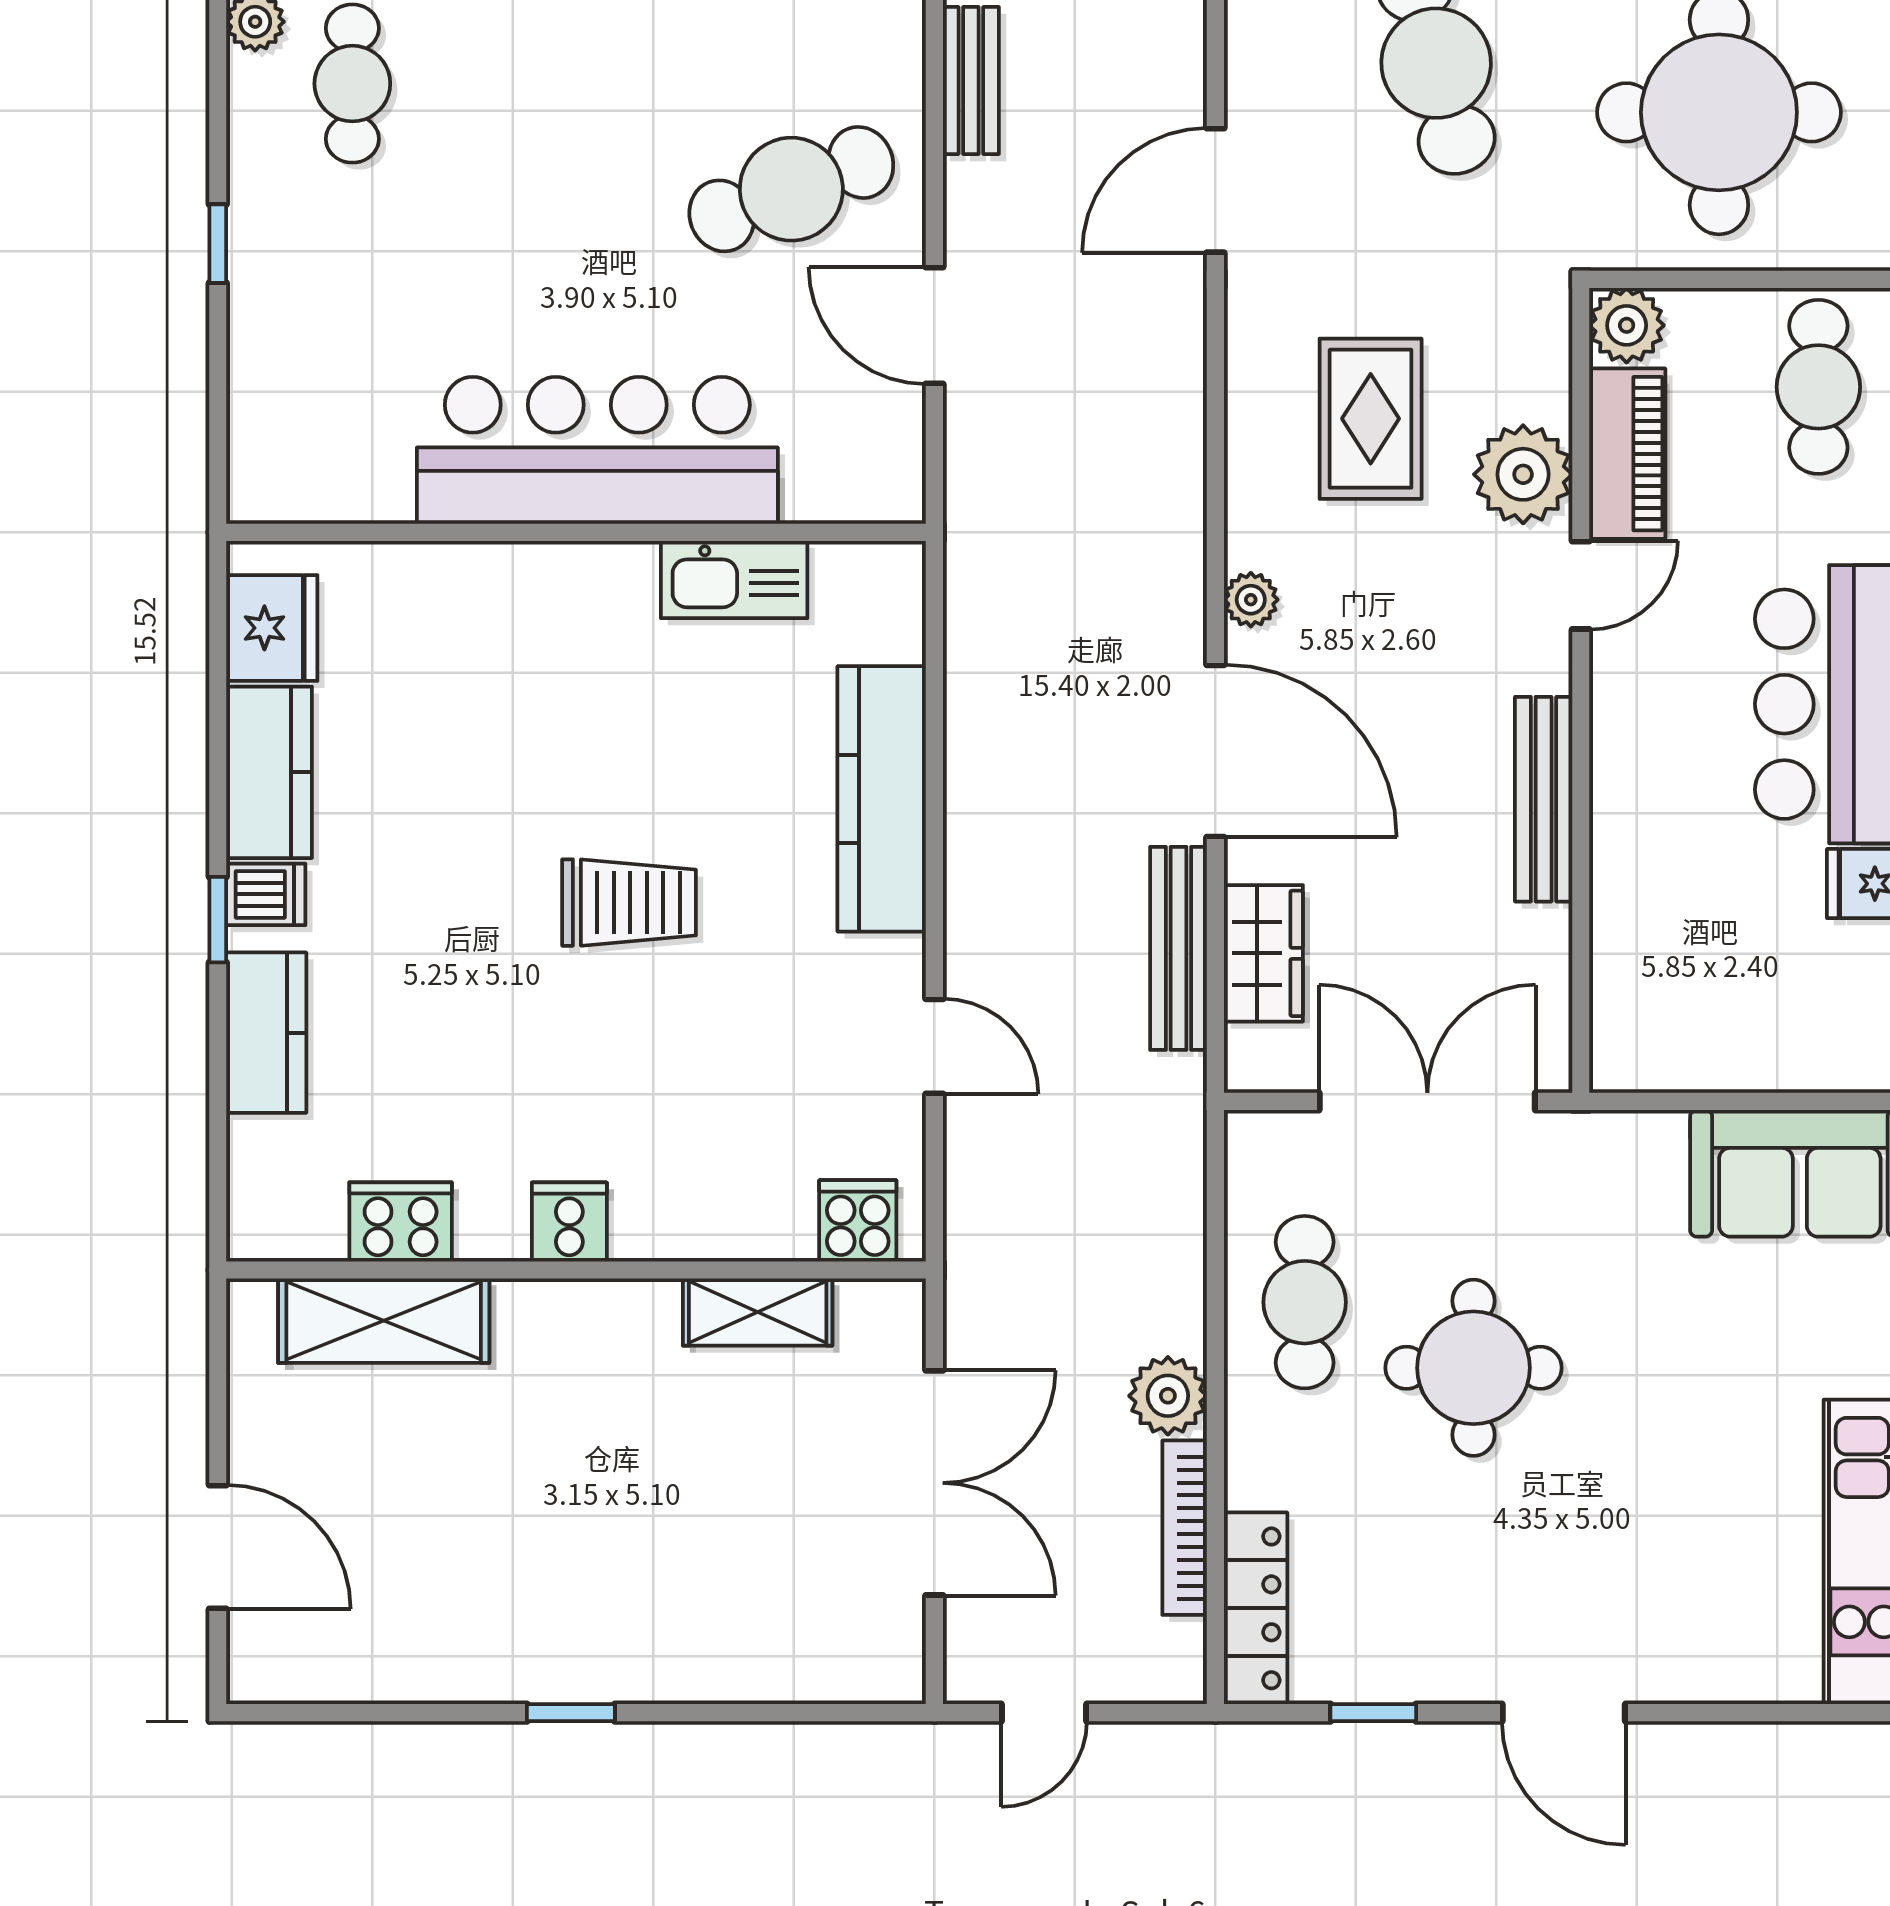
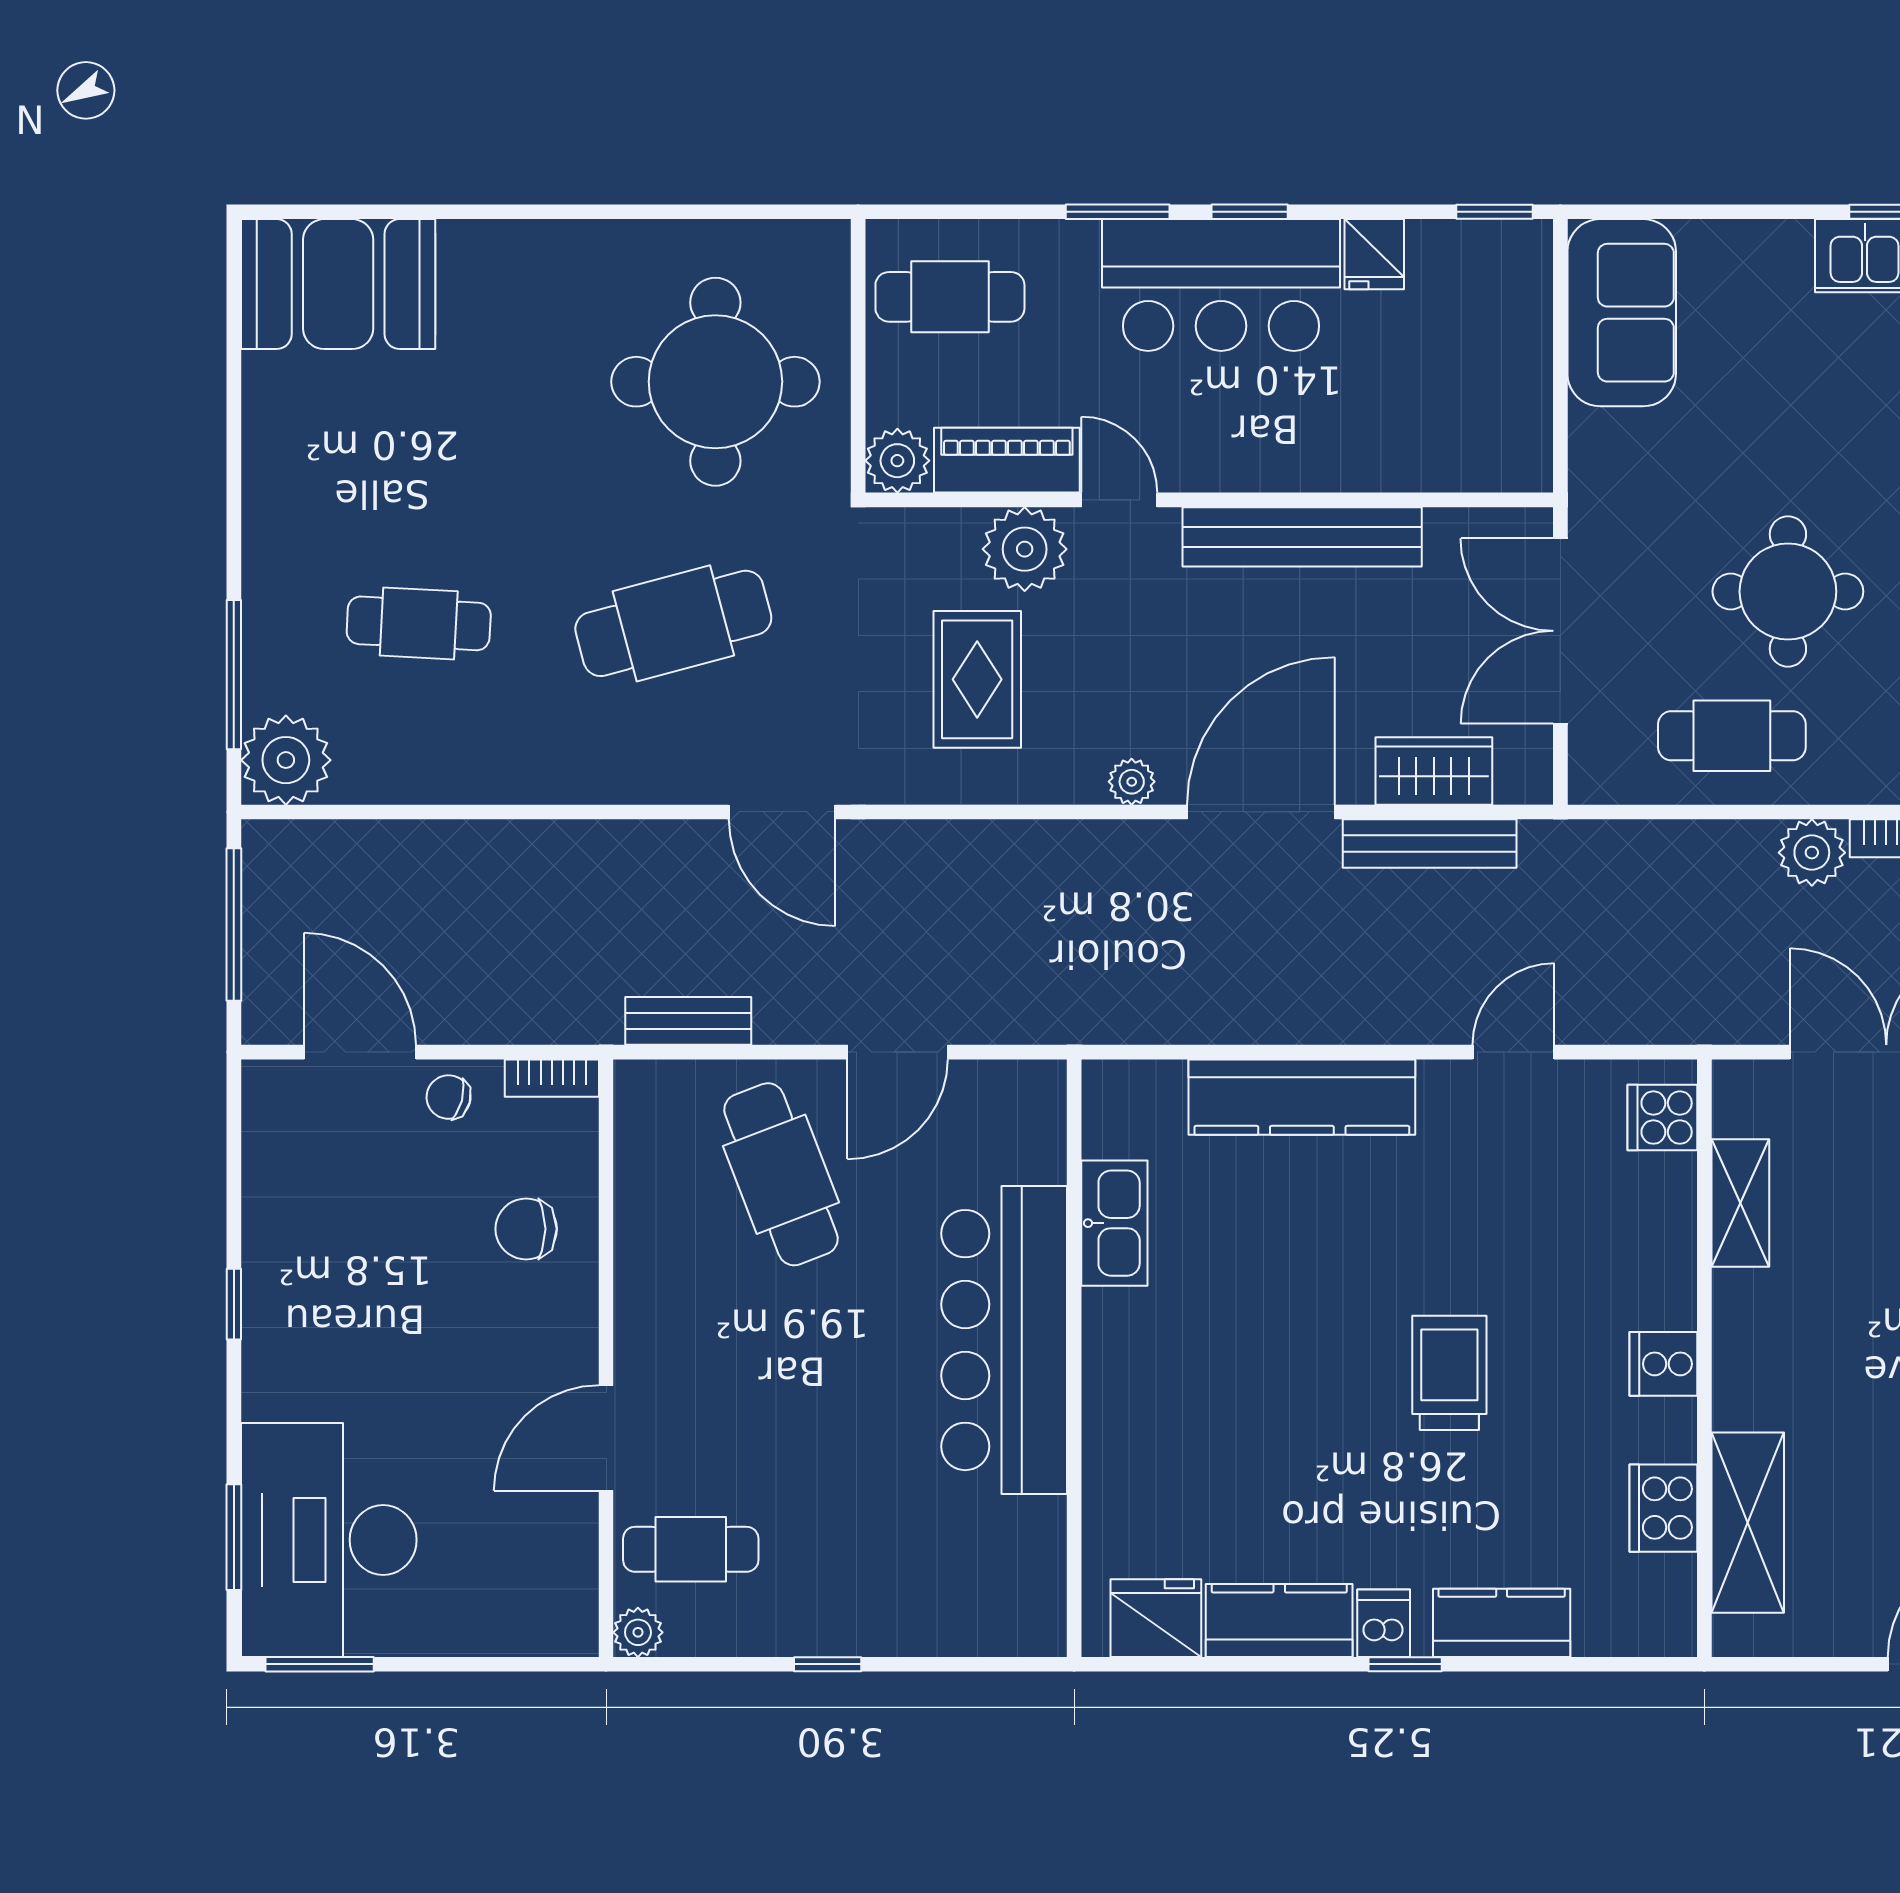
rug: (1371, 419) -> (977, 679), turned 90
bench: (1544, 799) -> (1302, 537), width x1.37, depth x1.21
trolley: (629, 903) -> (1449, 1373), moved

